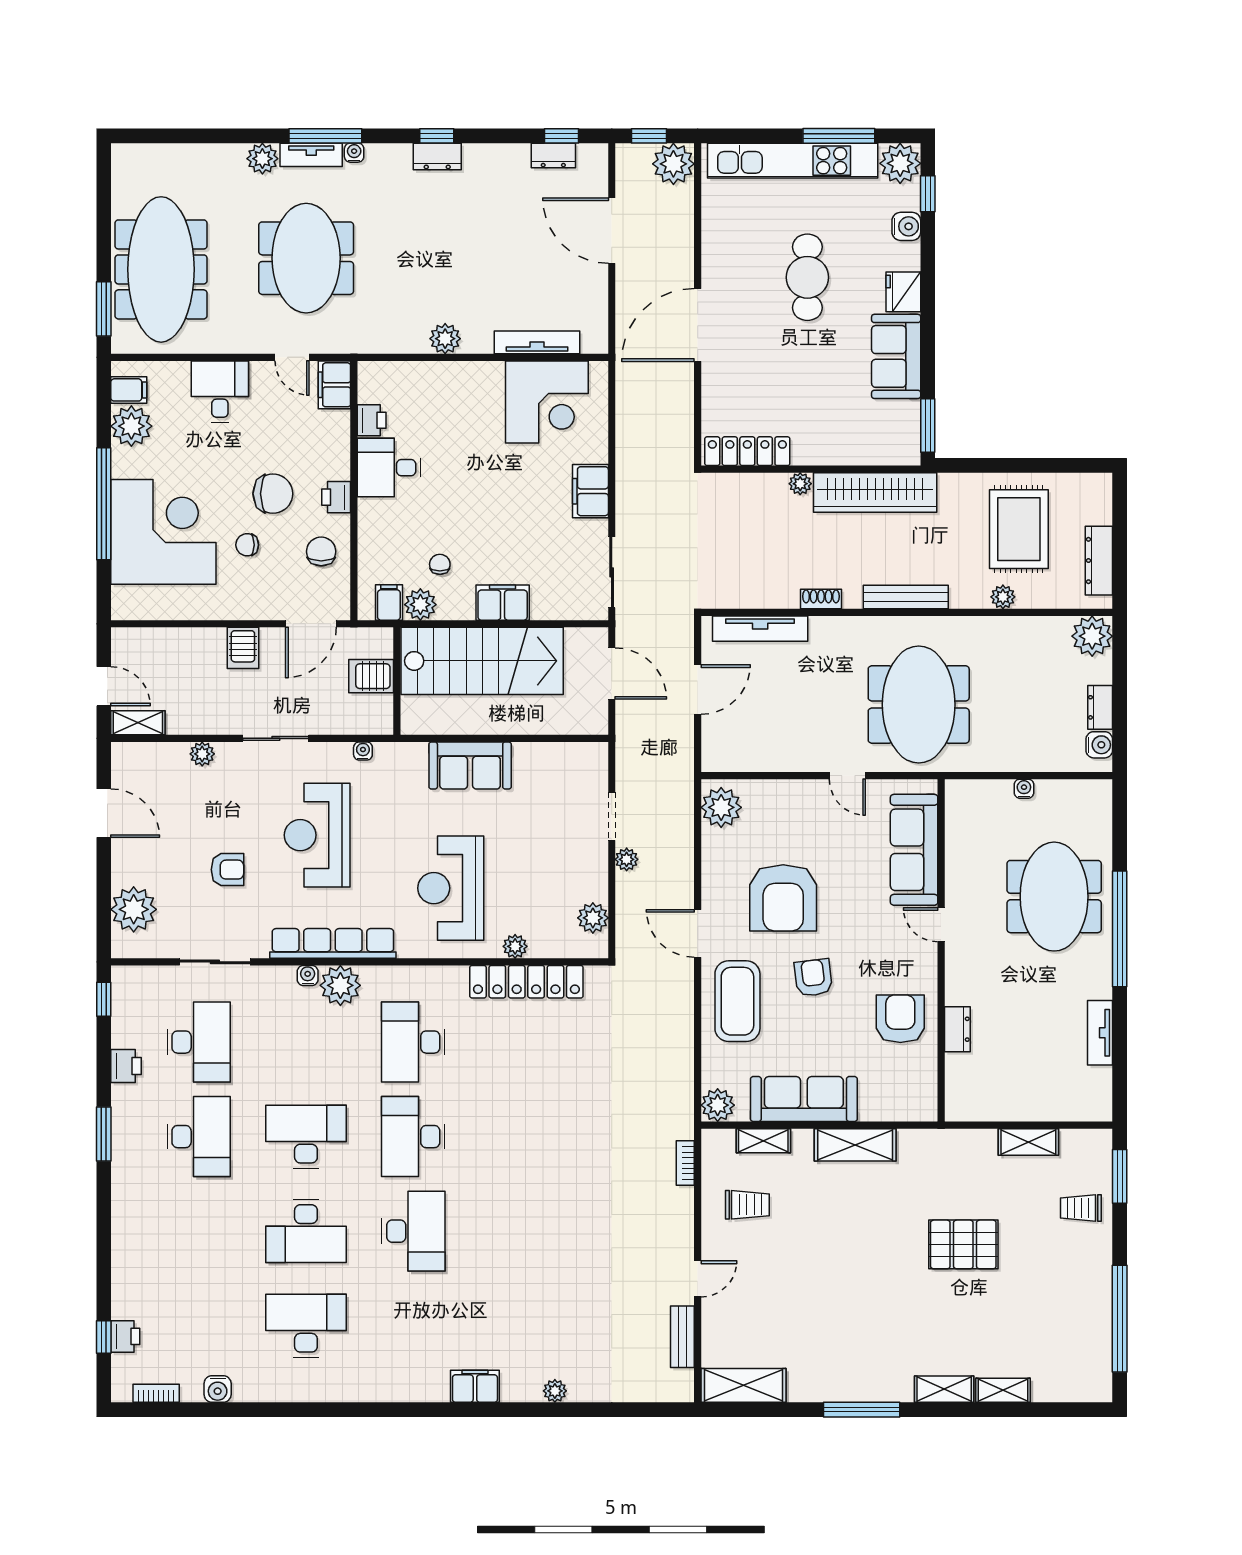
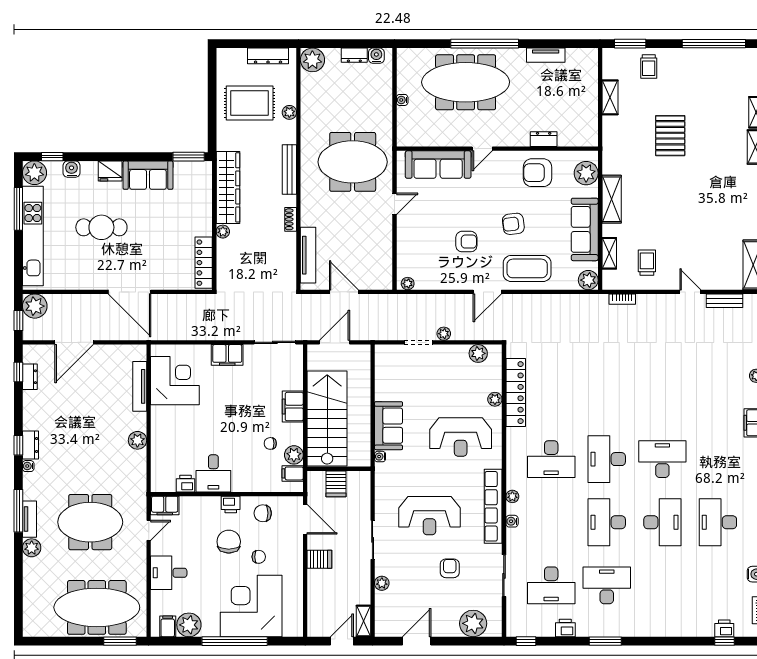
water cooler: (354, 153) -> (28, 466), moved
chair: (247, 545) -> (259, 557), turned -90
water cooler: (363, 751) -> (380, 457), moved
plant: (721, 807) -> (408, 284), width x0.53, depth x0.53
meeting table: (1054, 897) -> (466, 82), width x1.36
armchair: (783, 898) -> (466, 242), width x0.53, depth x0.53
plant: (340, 985) -> (512, 496), width x0.53, depth x0.53
desk: (199, 1042) -> (551, 585), turned 180
plant: (900, 1102) -> (586, 173), added
desk: (413, 1137) -> (607, 459), turned 90

